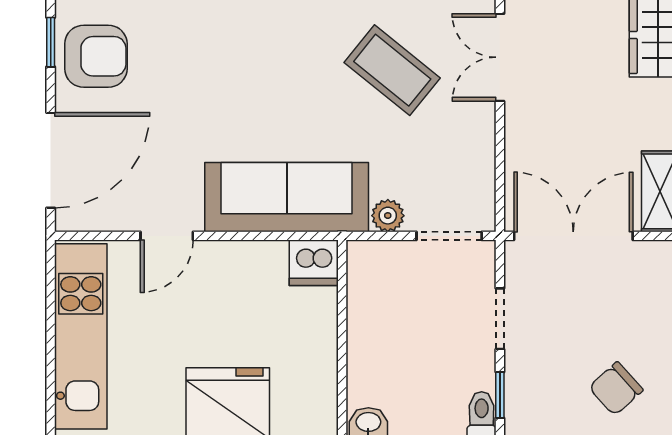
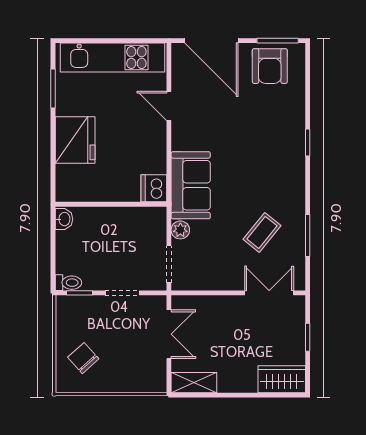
window: (51, 42) -> (278, 41), width x1.50
coffee table: (392, 70) -> (262, 232), width x0.73, depth x0.77
sofa: (287, 197) -> (191, 185), width x0.73
double door: (573, 236) -> (169, 334), width x0.73

